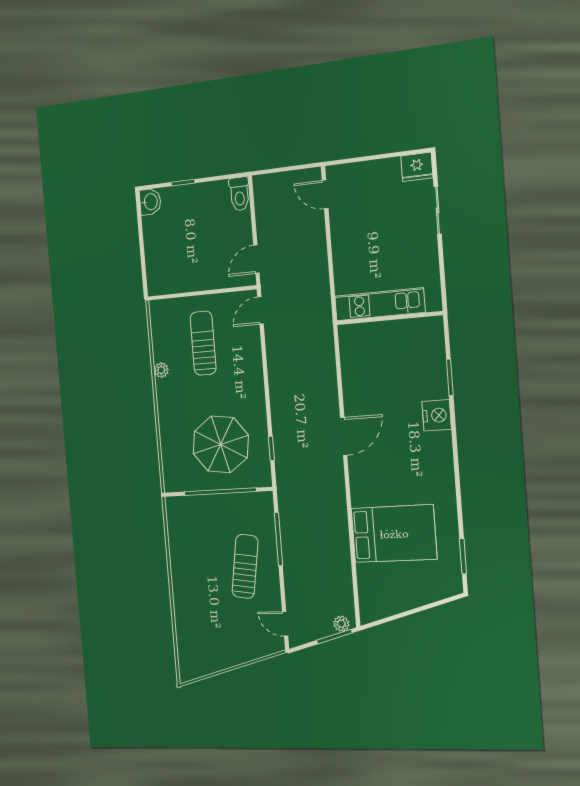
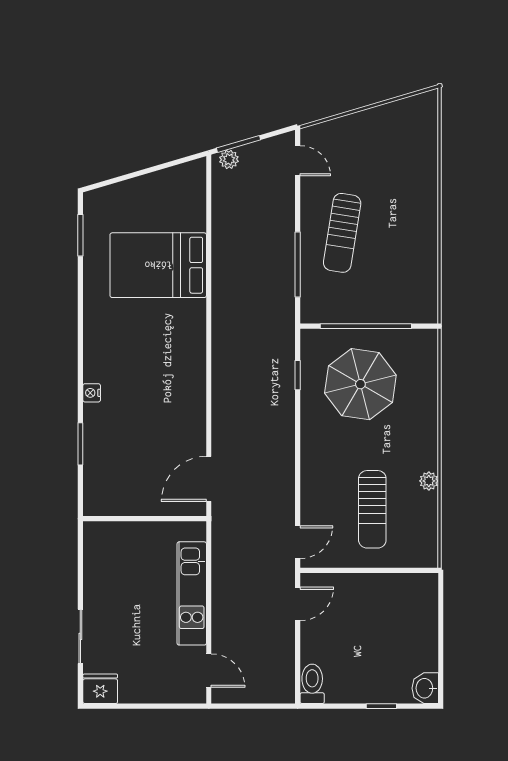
kitchen unit: (380, 304) -> (192, 593), moved, turned 90
nightstand: (437, 415) -> (92, 393), width x0.53, depth x0.56
door: (344, 436) -> (209, 479), moved

